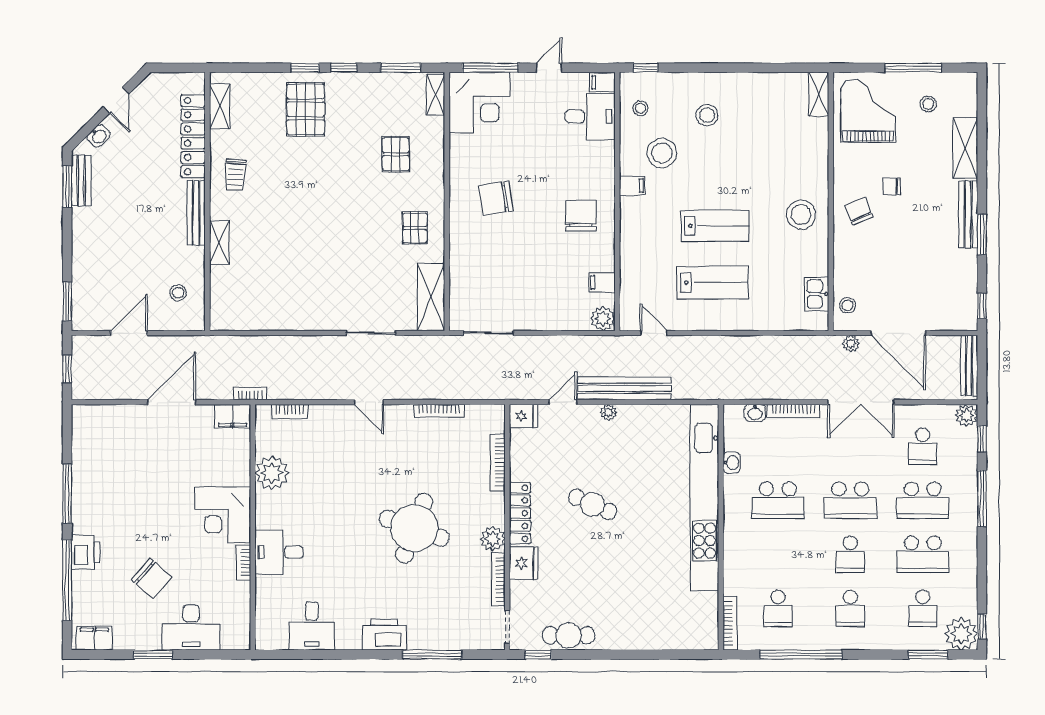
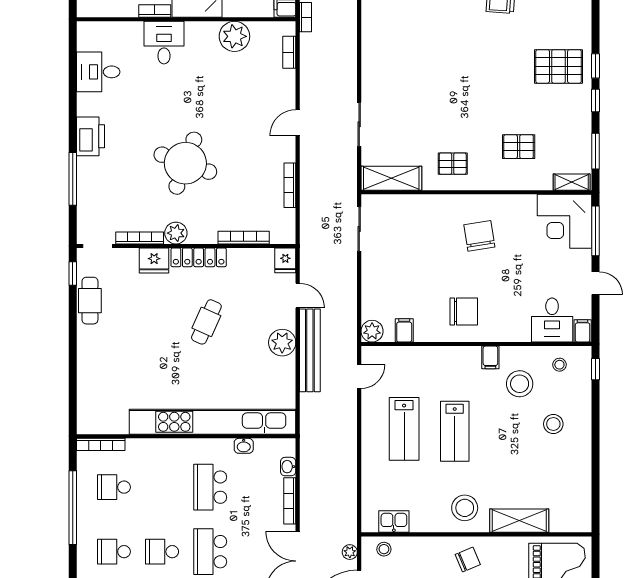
shelving: (819, 94) -> (519, 521), moved, width x1.50, depth x1.33
plant: (609, 412) -> (282, 343), width x1.88, depth x1.88

